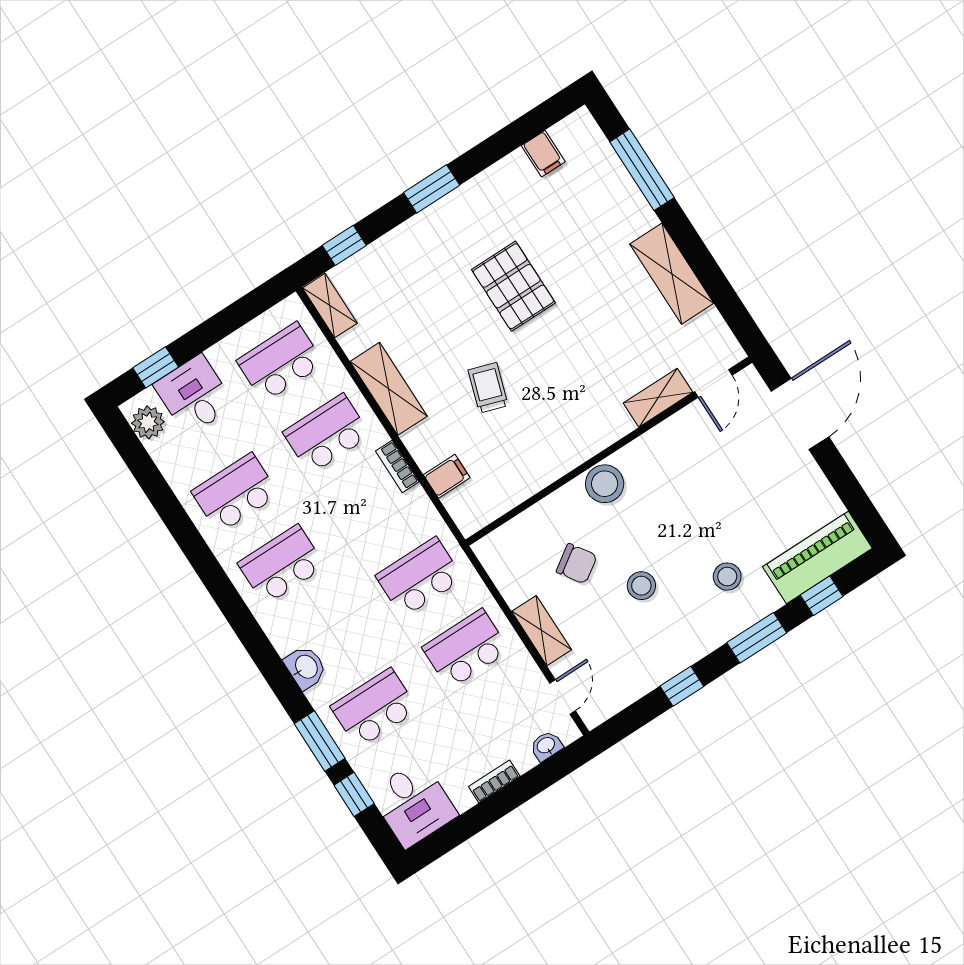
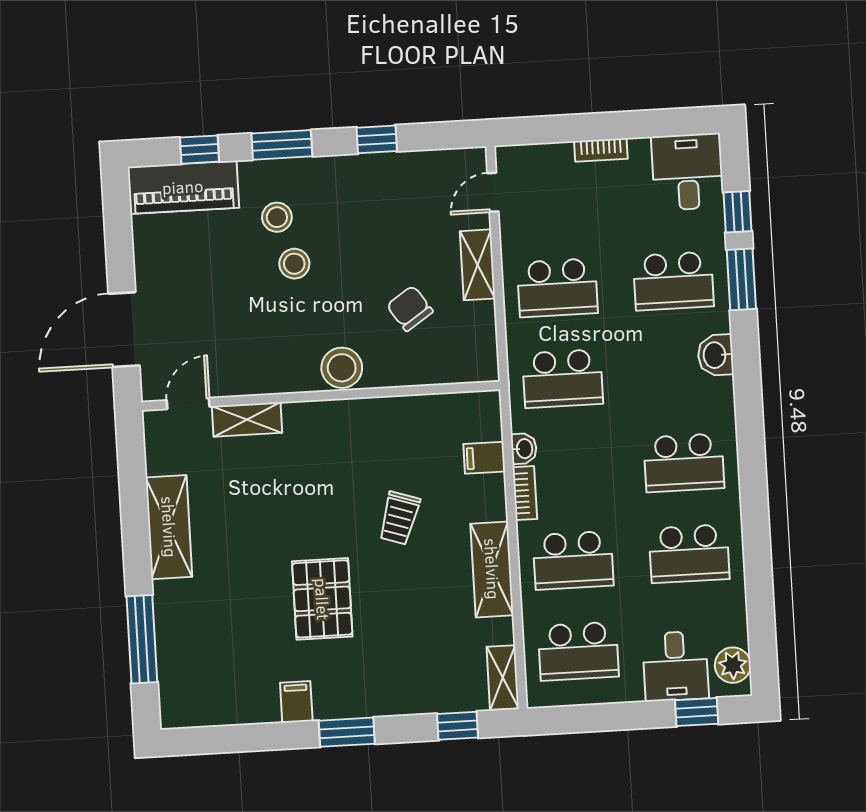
filing cabinet: (543, 154) -> (296, 702), moved
stool: (641, 586) -> (294, 264), moved
washbasin: (546, 746) -> (524, 449), moved, turned -90

